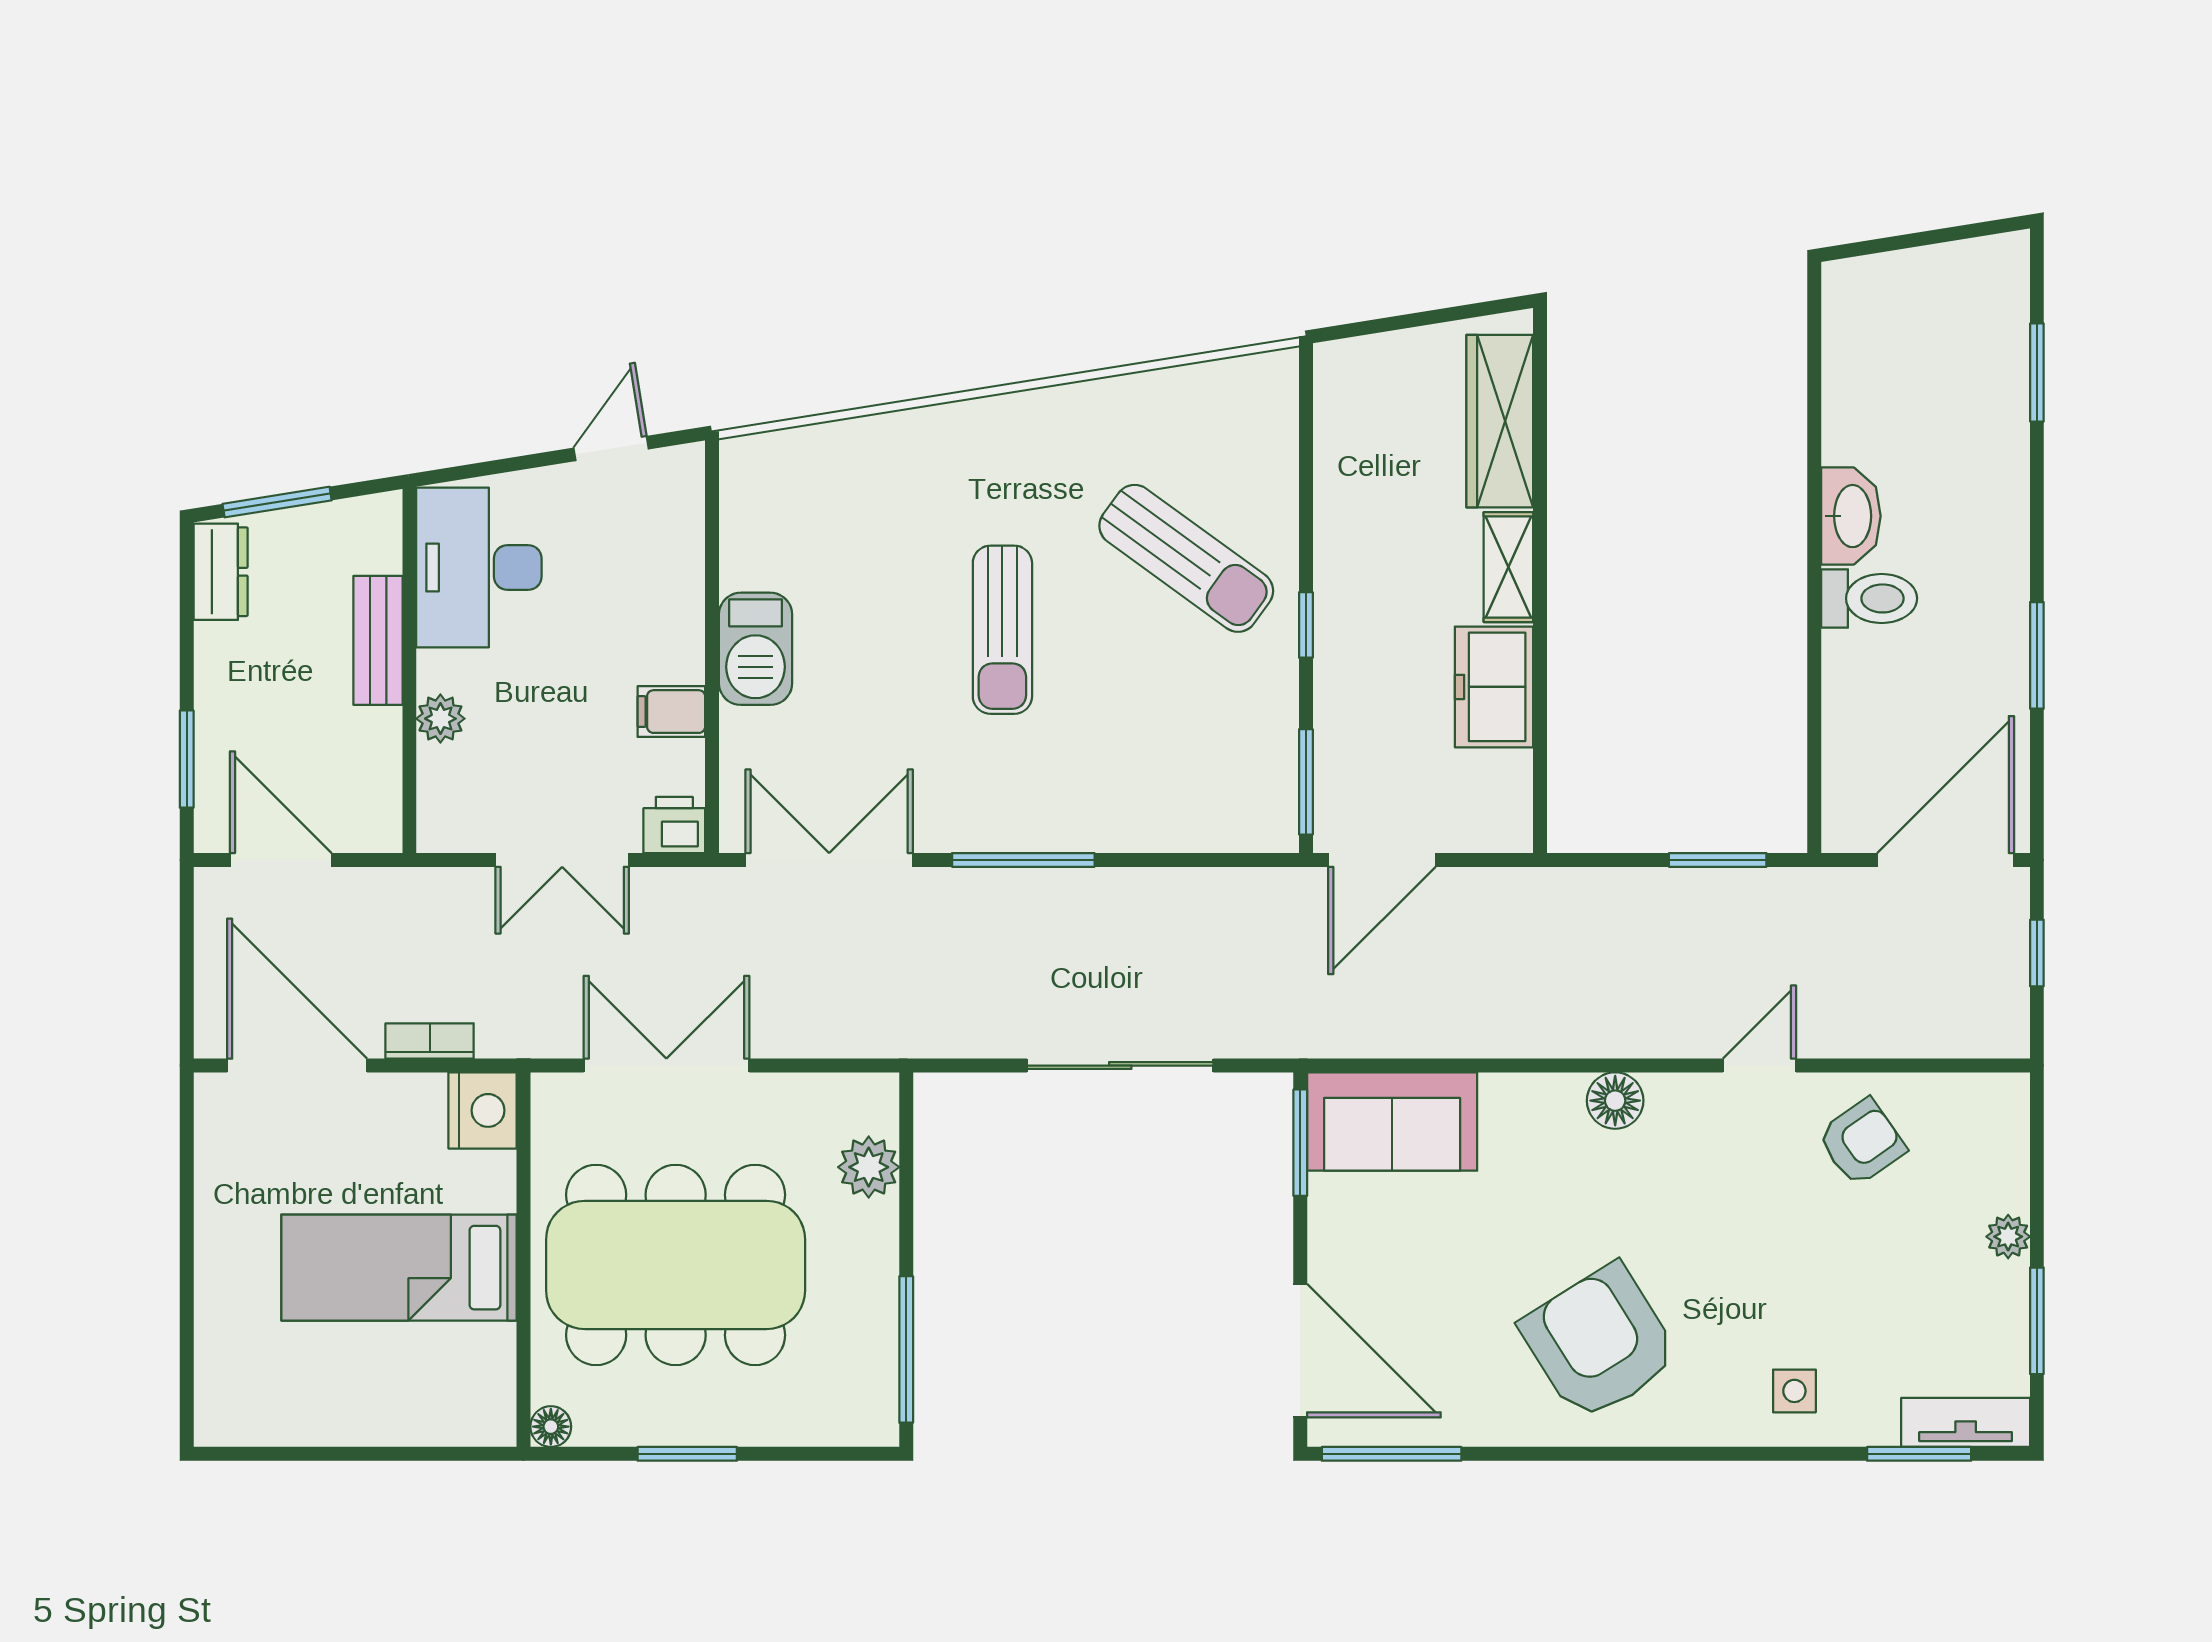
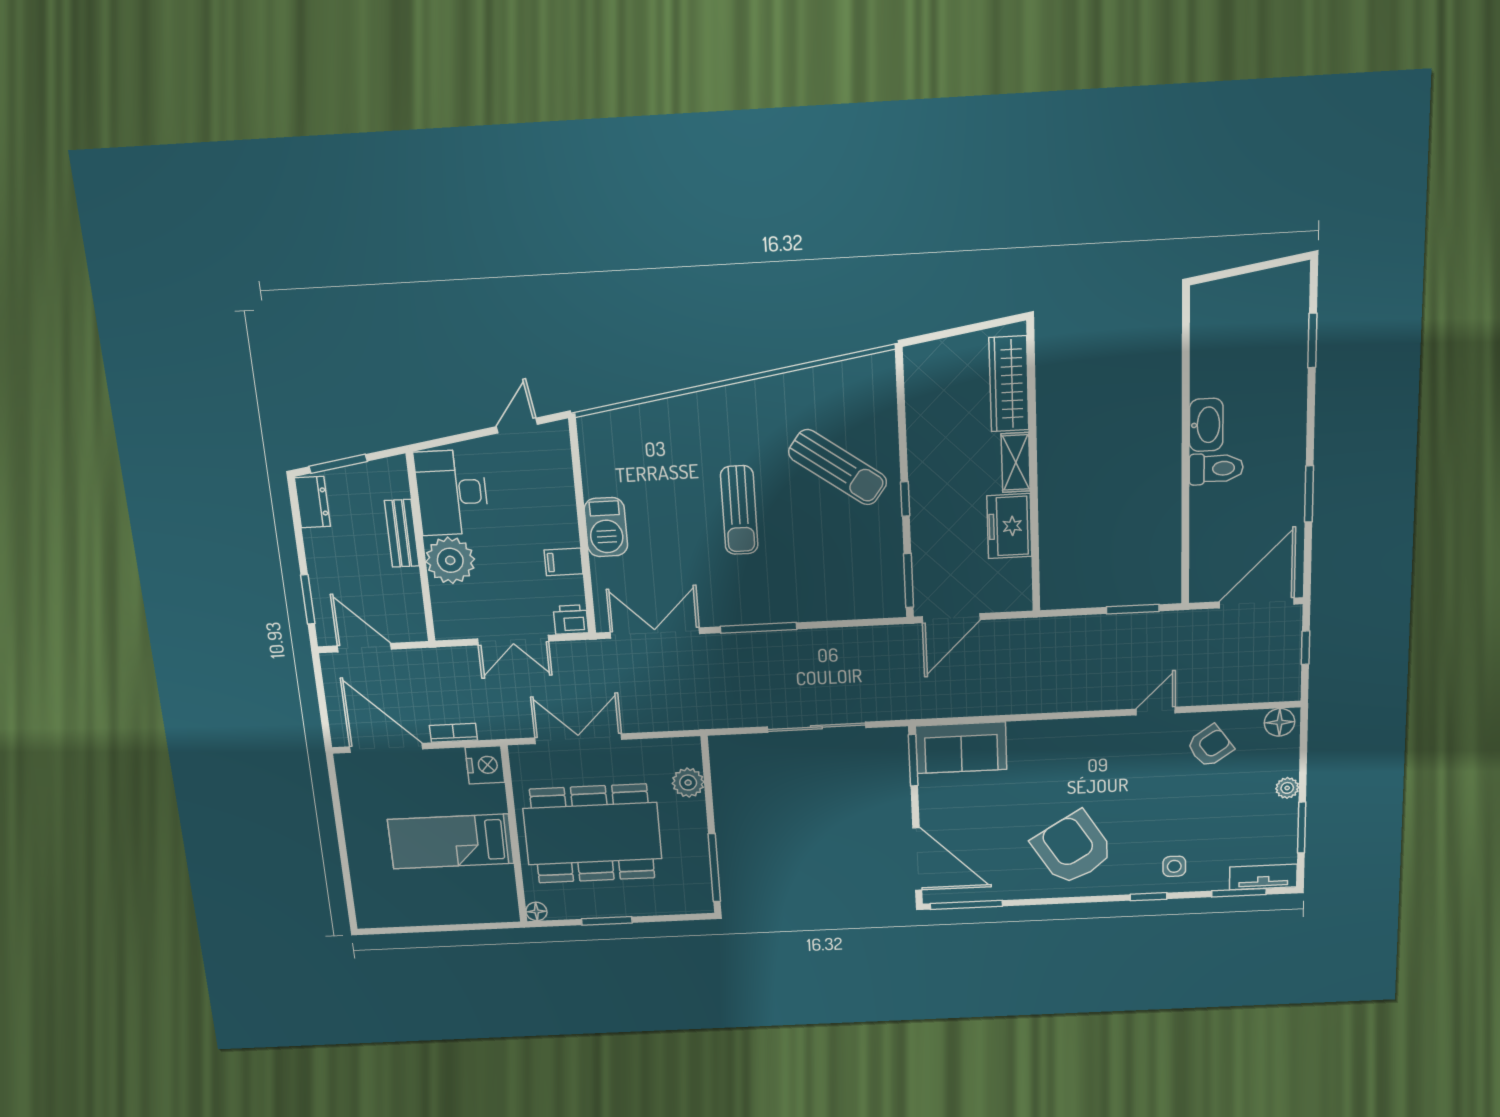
plant: (440, 719) -> (450, 560), width x1.87, depth x1.87
floor lamp: (1615, 1101) -> (1280, 722), moved
window: (1745, 1454) -> (1149, 897), added

